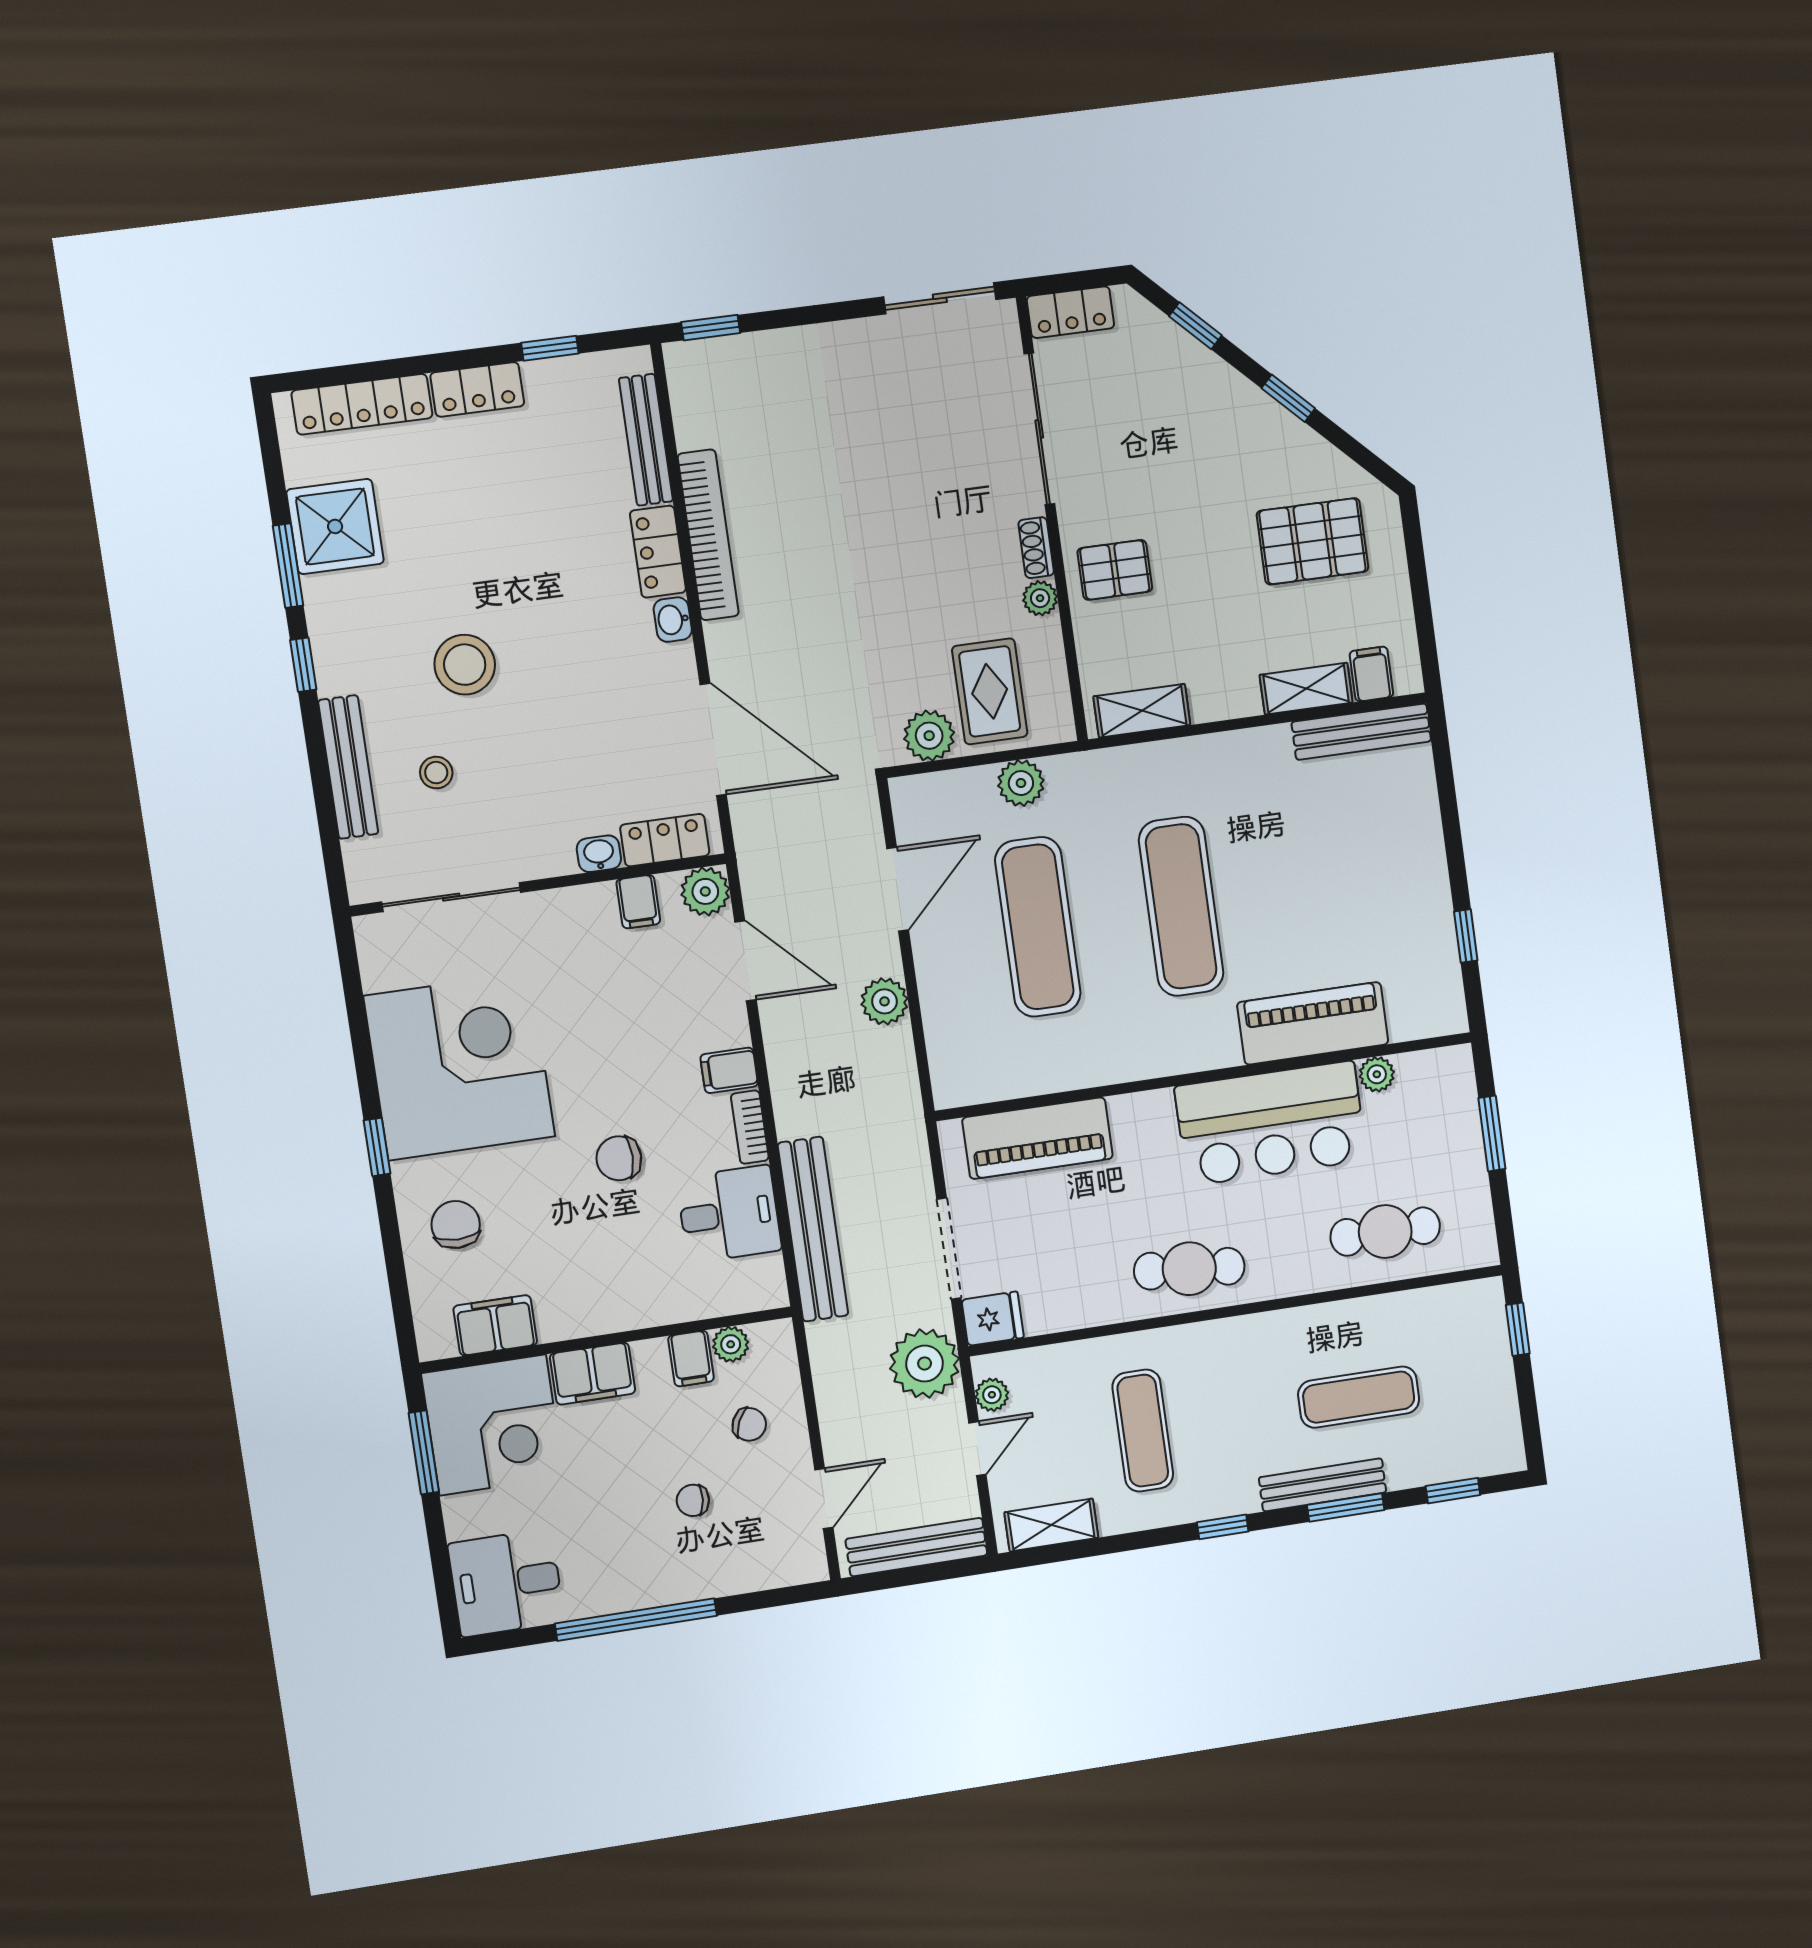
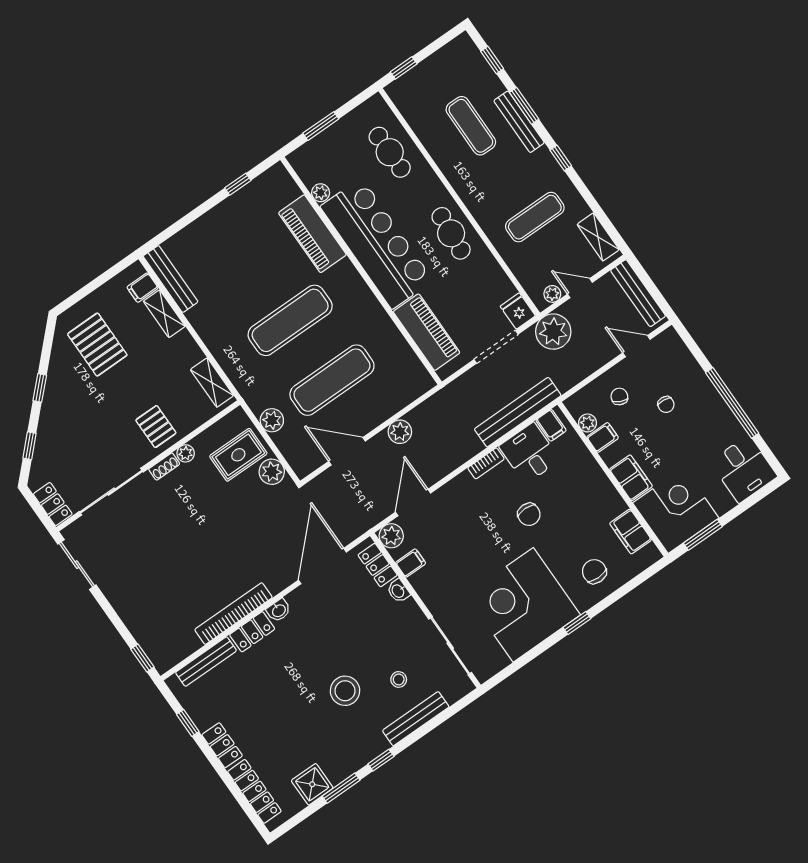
shower: (335, 526) -> (312, 784), width x0.73, depth x0.73
filing cabinet: (729, 1070) -> (551, 425), moved
bar counter: (1271, 1123) -> (377, 244), width x1.36
chair: (456, 1225) -> (594, 571), turned 90

